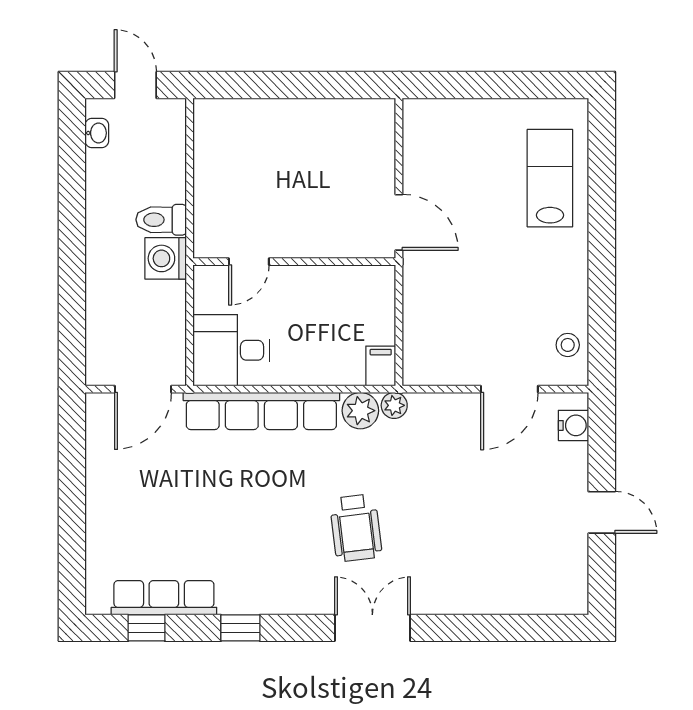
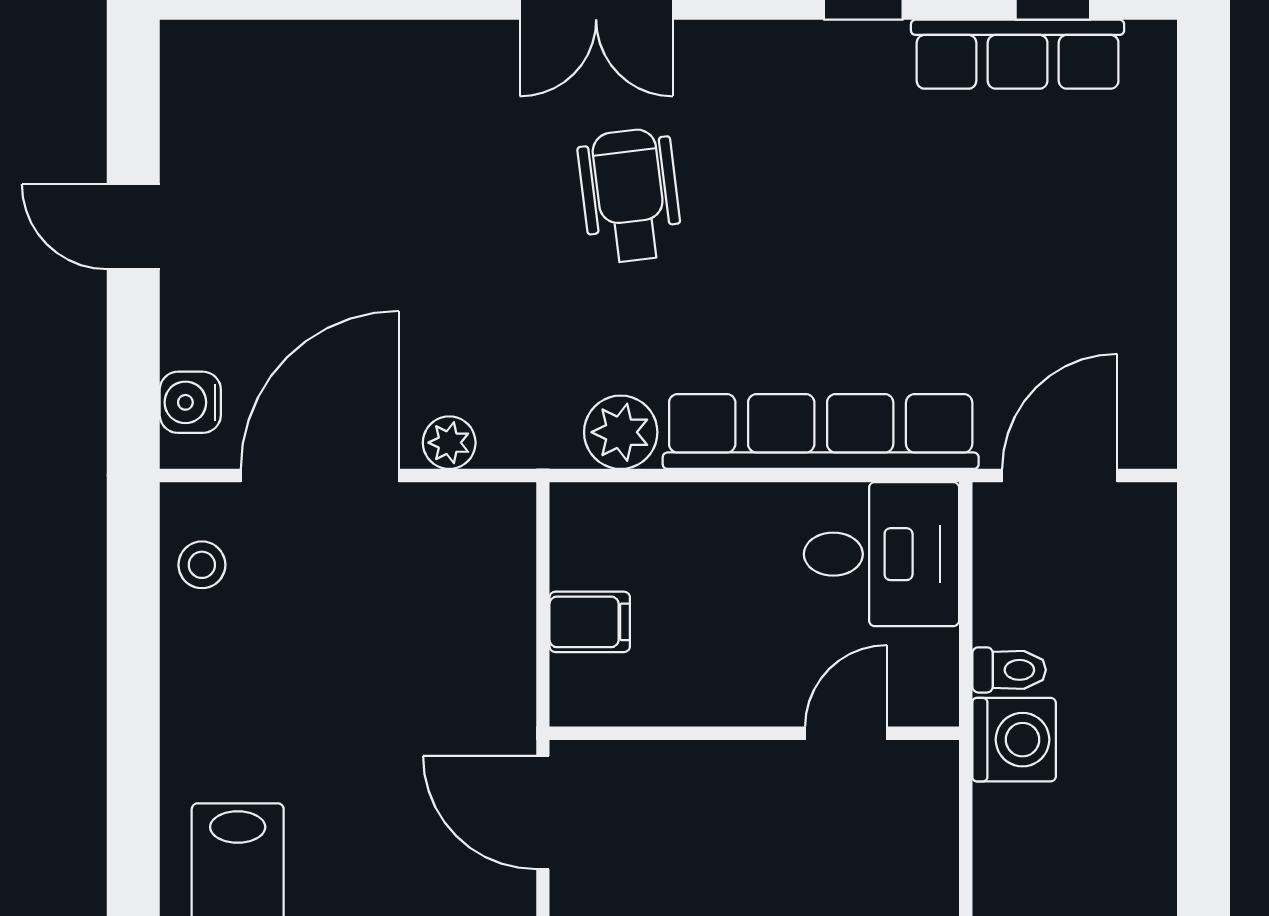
toilet: (161, 220) -> (1009, 670), moved, width x0.73, depth x0.72
filing cabinet: (381, 366) -> (590, 622), moved, turned -90
door: (509, 389) -> (320, 476), width x1.36
plant: (394, 405) -> (449, 443), moved

